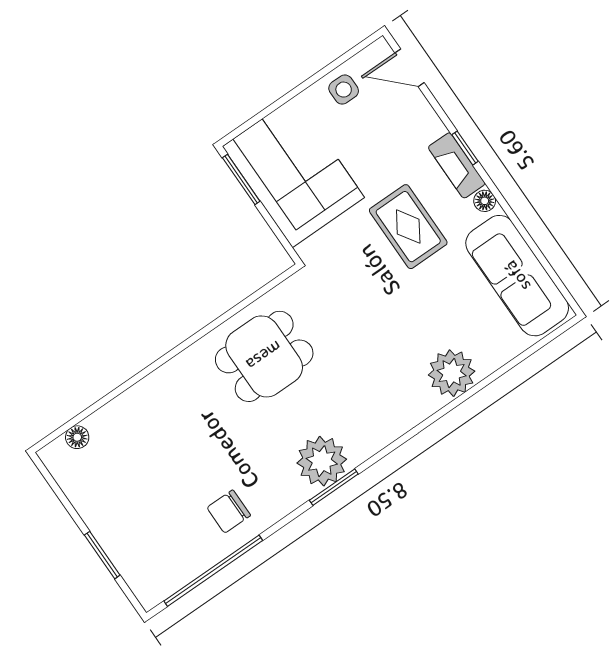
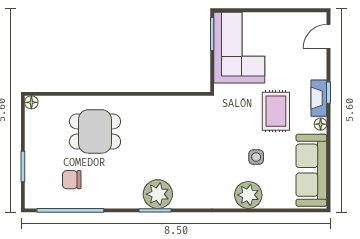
door: (409, 68) -> (329, 36), hinge flipped
side table: (344, 90) -> (256, 157), moved
dining table: (264, 356) -> (95, 131), moved
floor lamp: (77, 437) -> (31, 102), moved
chair: (229, 512) -> (72, 180), moved

